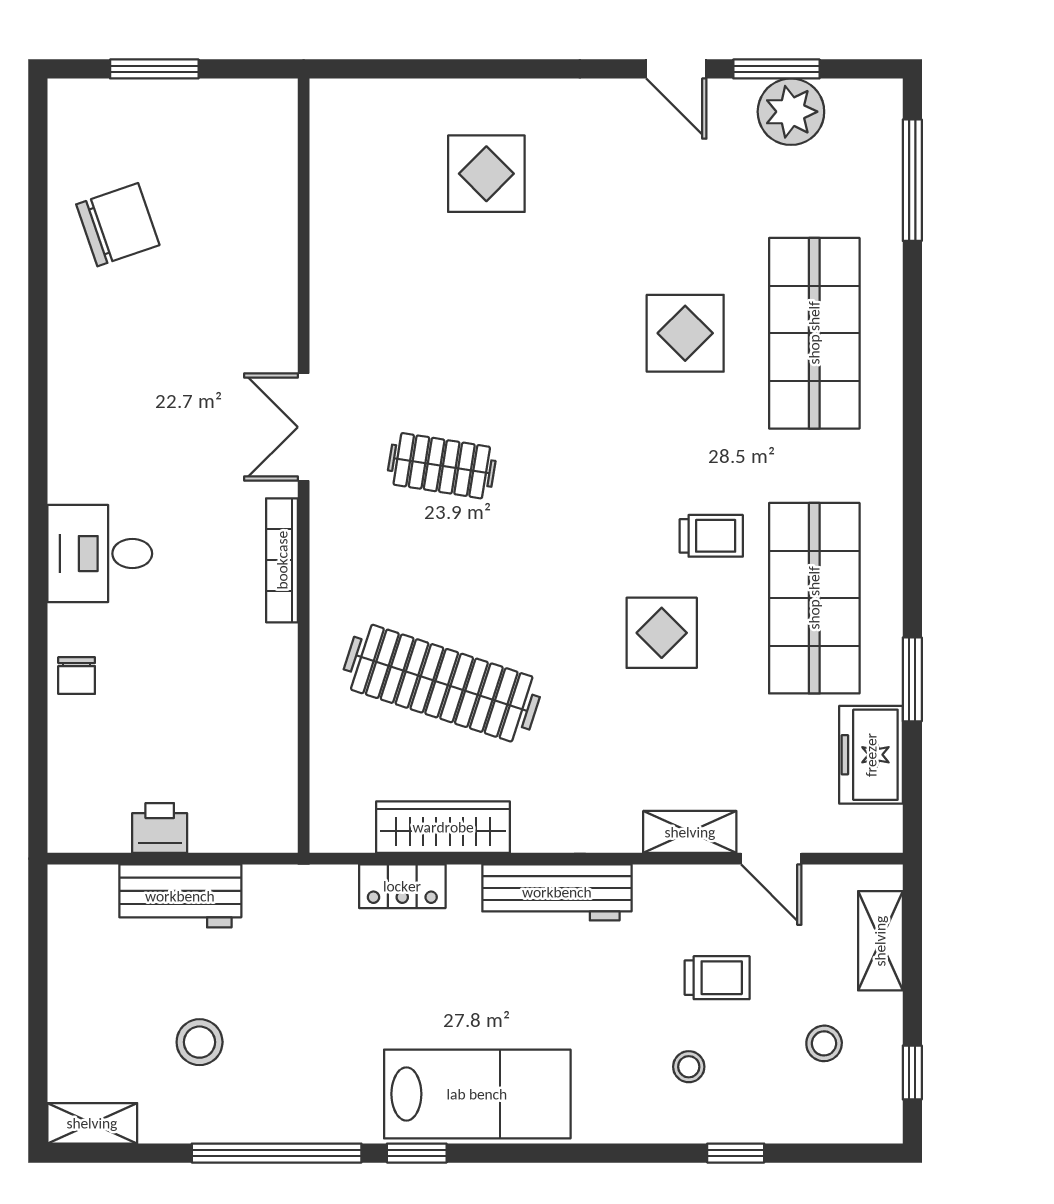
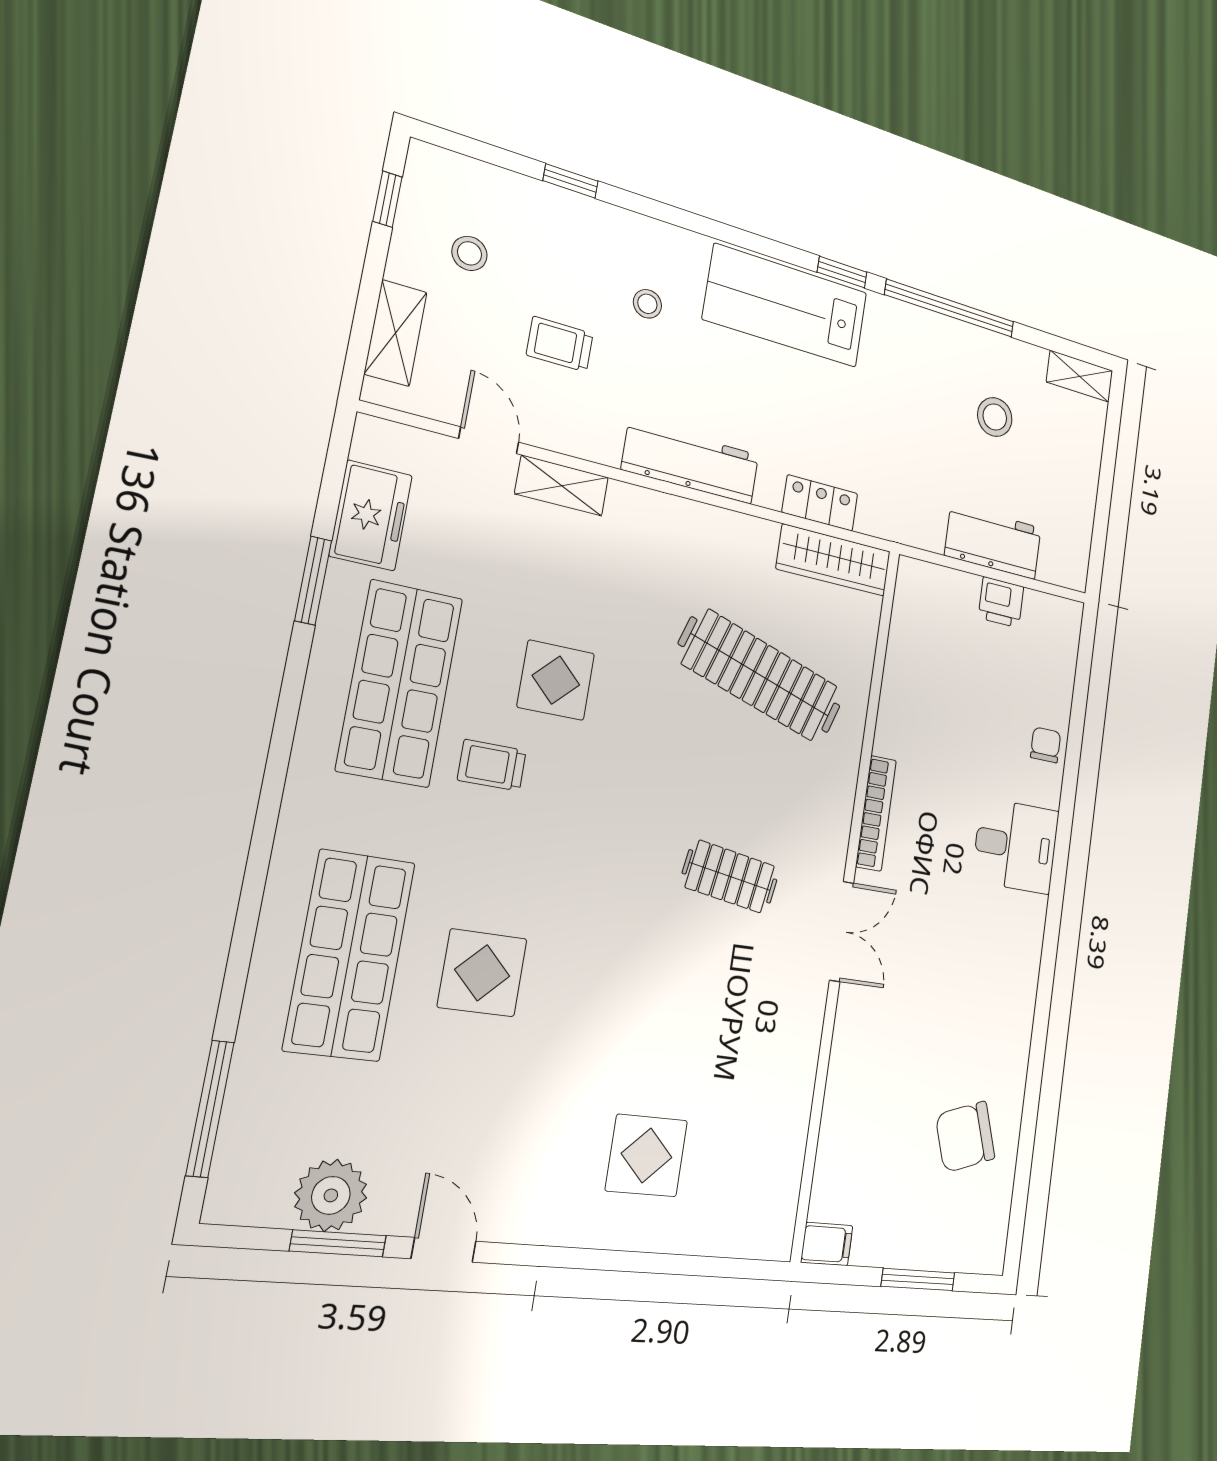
filing cabinet: (270, 99) -> (827, 1244), added
wardrobe: (443, 827) -> (834, 560), moved
stool: (689, 1067) -> (647, 304), moved

